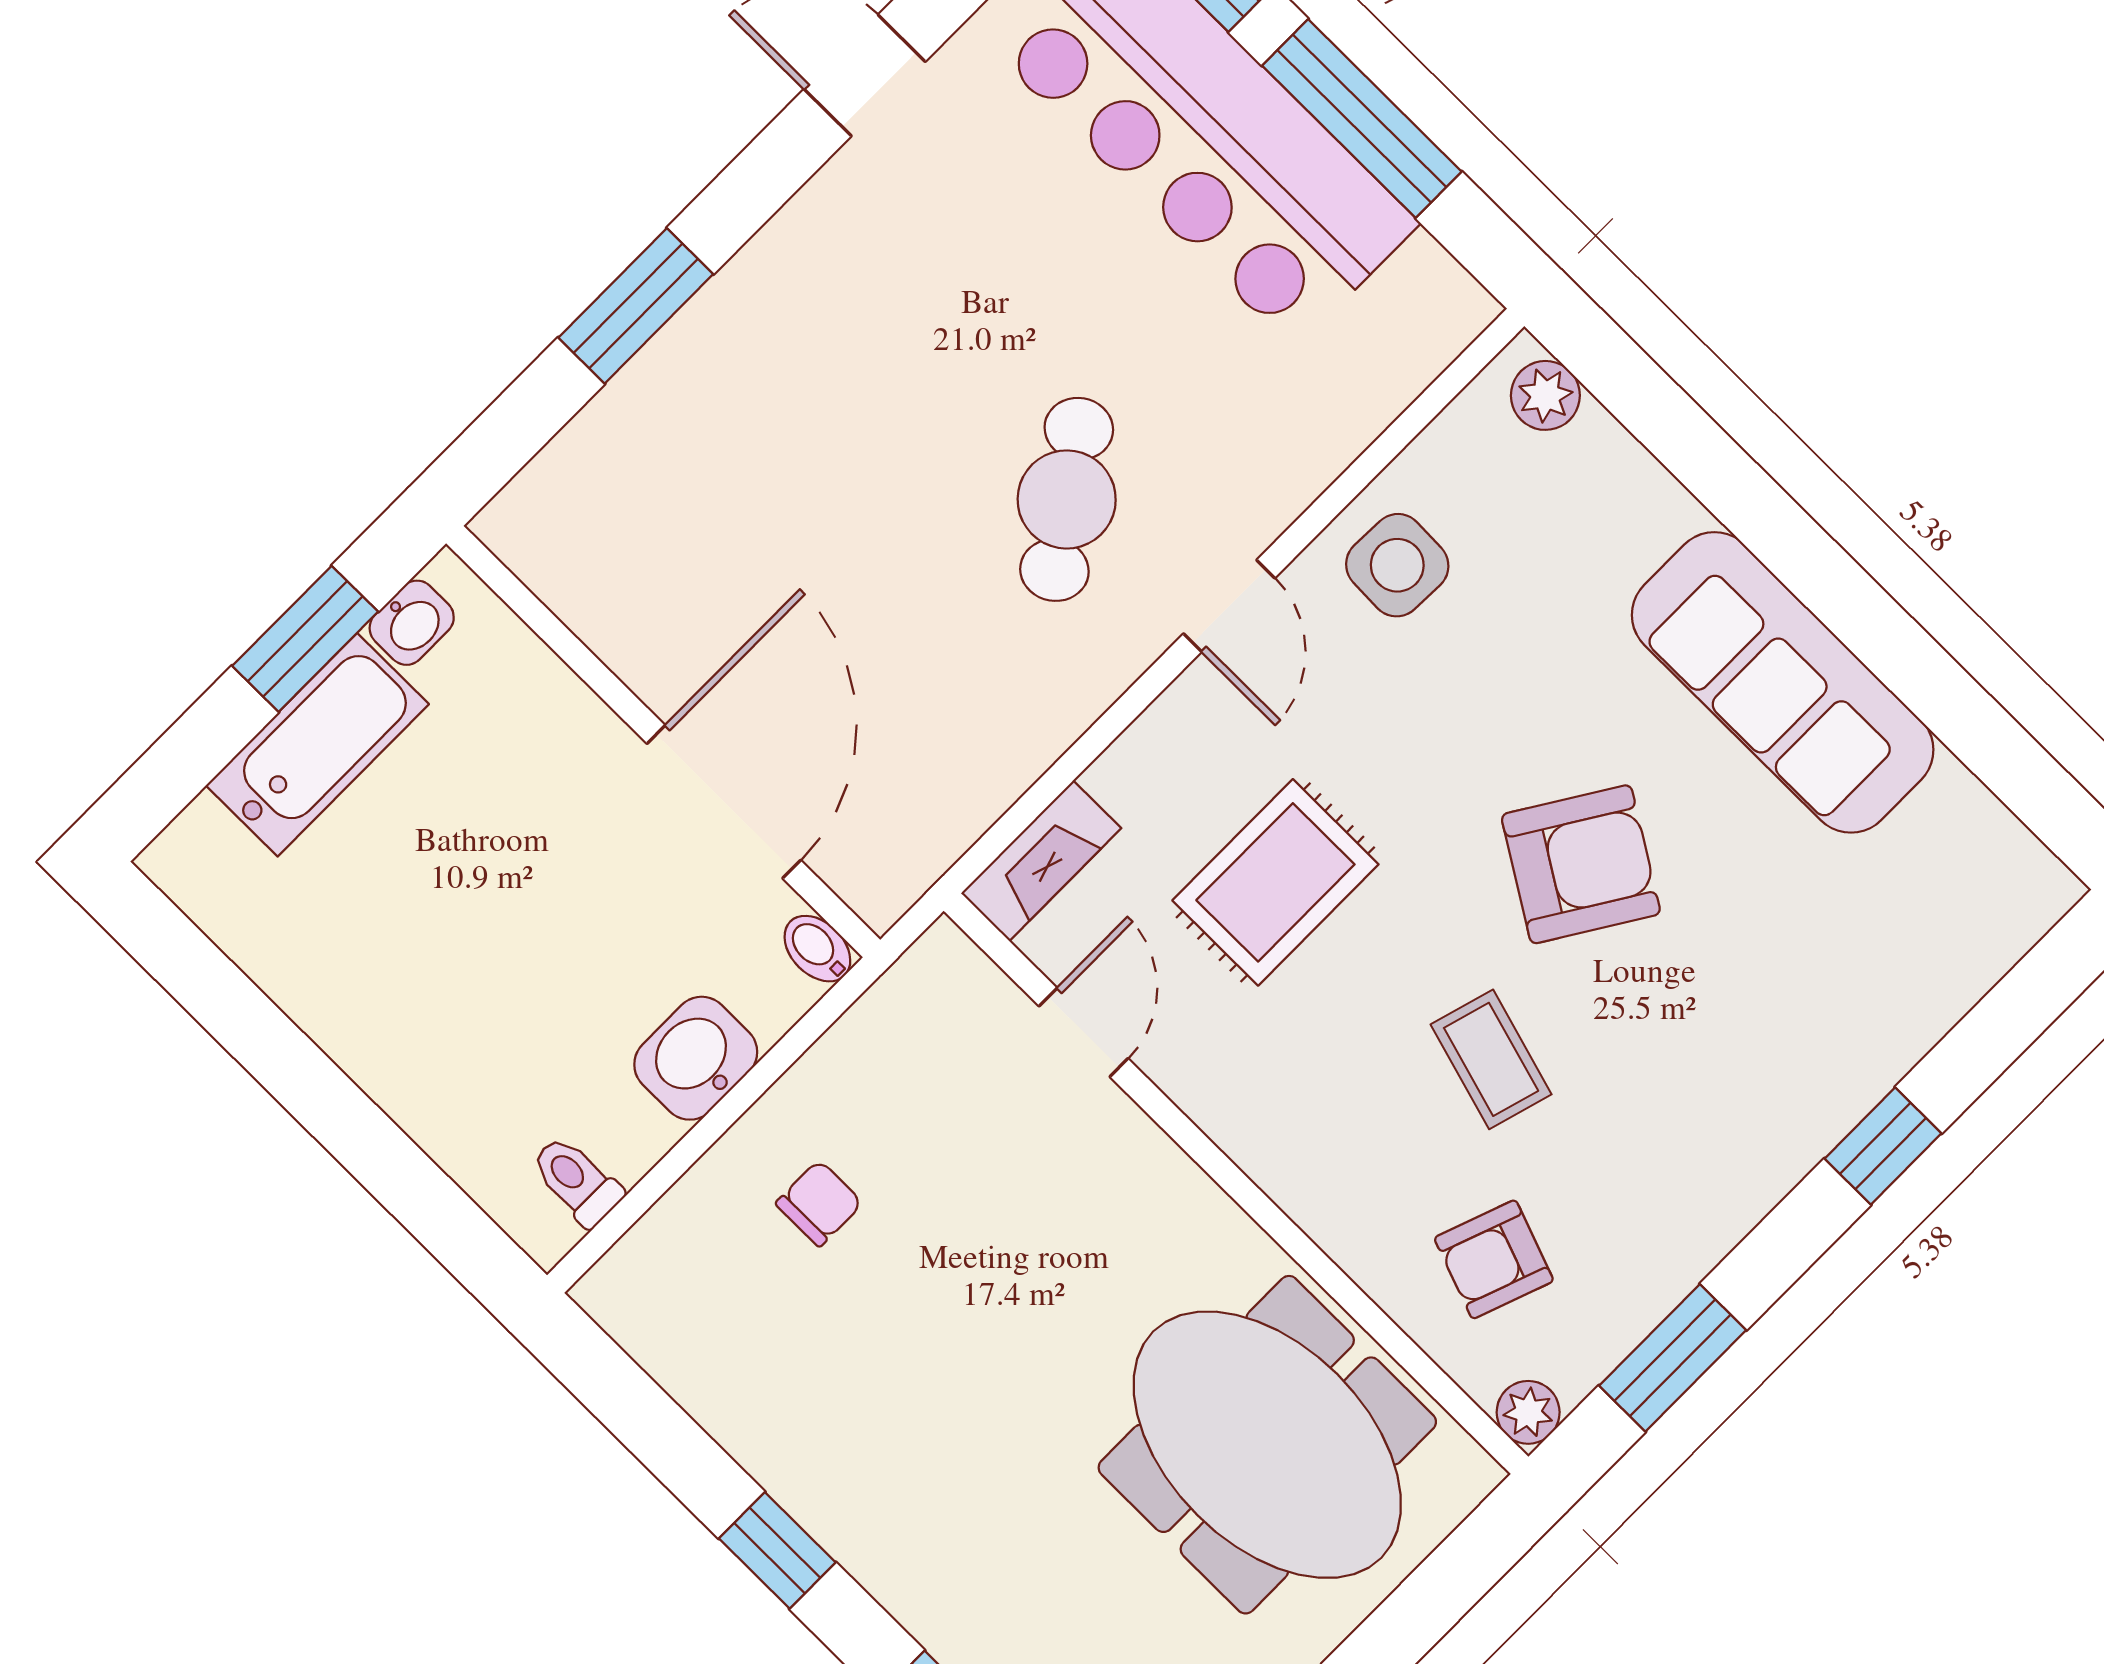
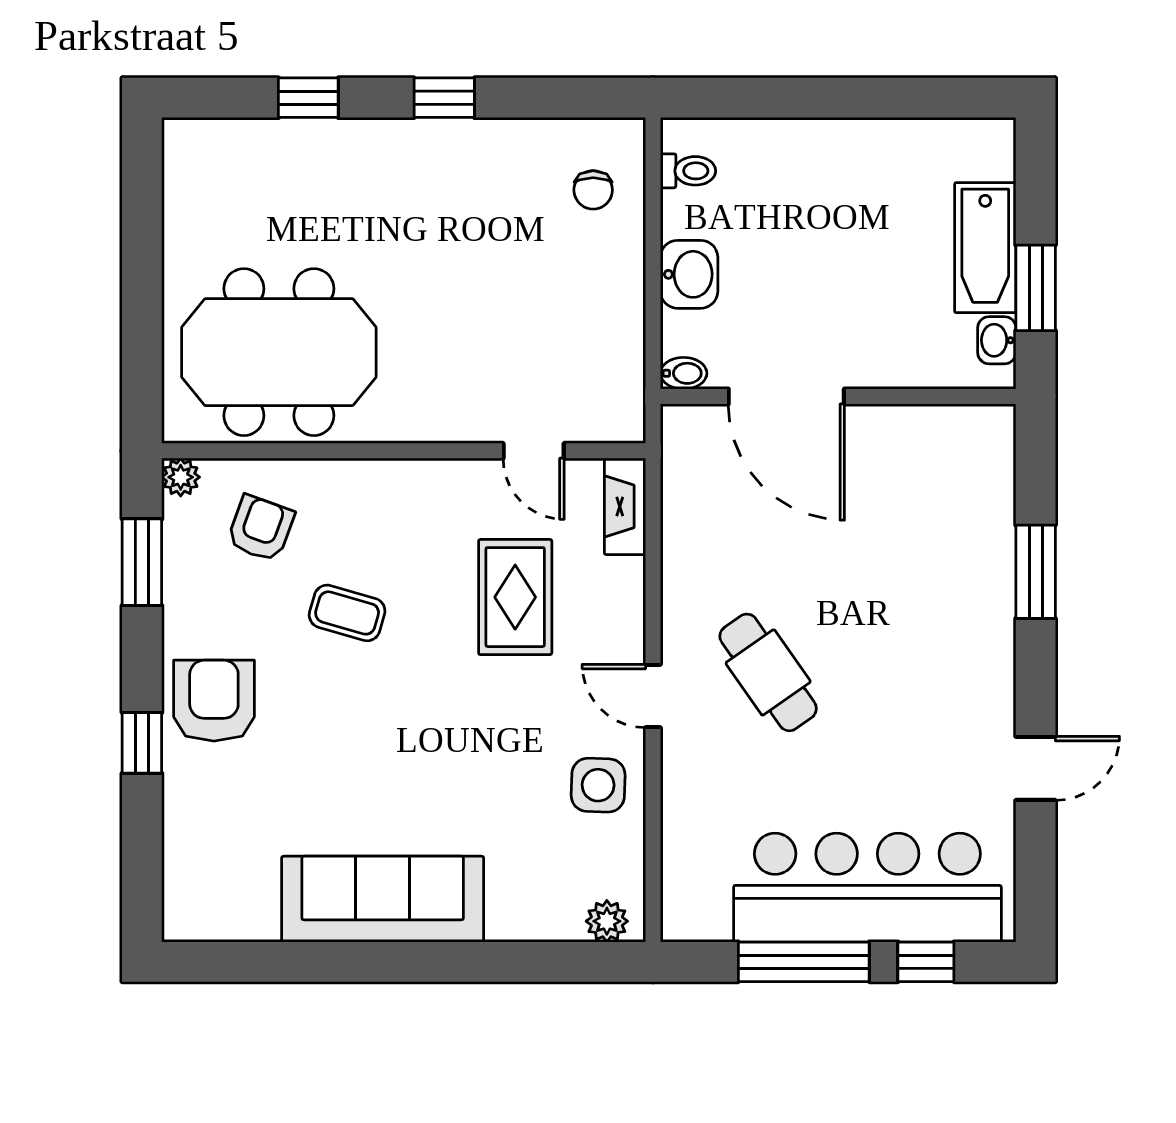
armchair: (1581, 864) -> (214, 701), moved, turned 148
chair: (819, 1203) -> (593, 190), moved

